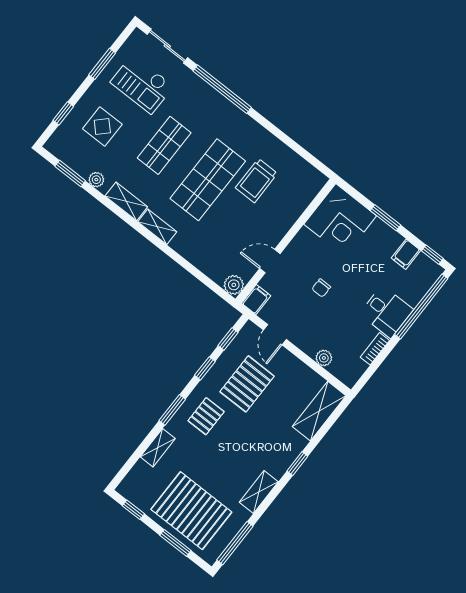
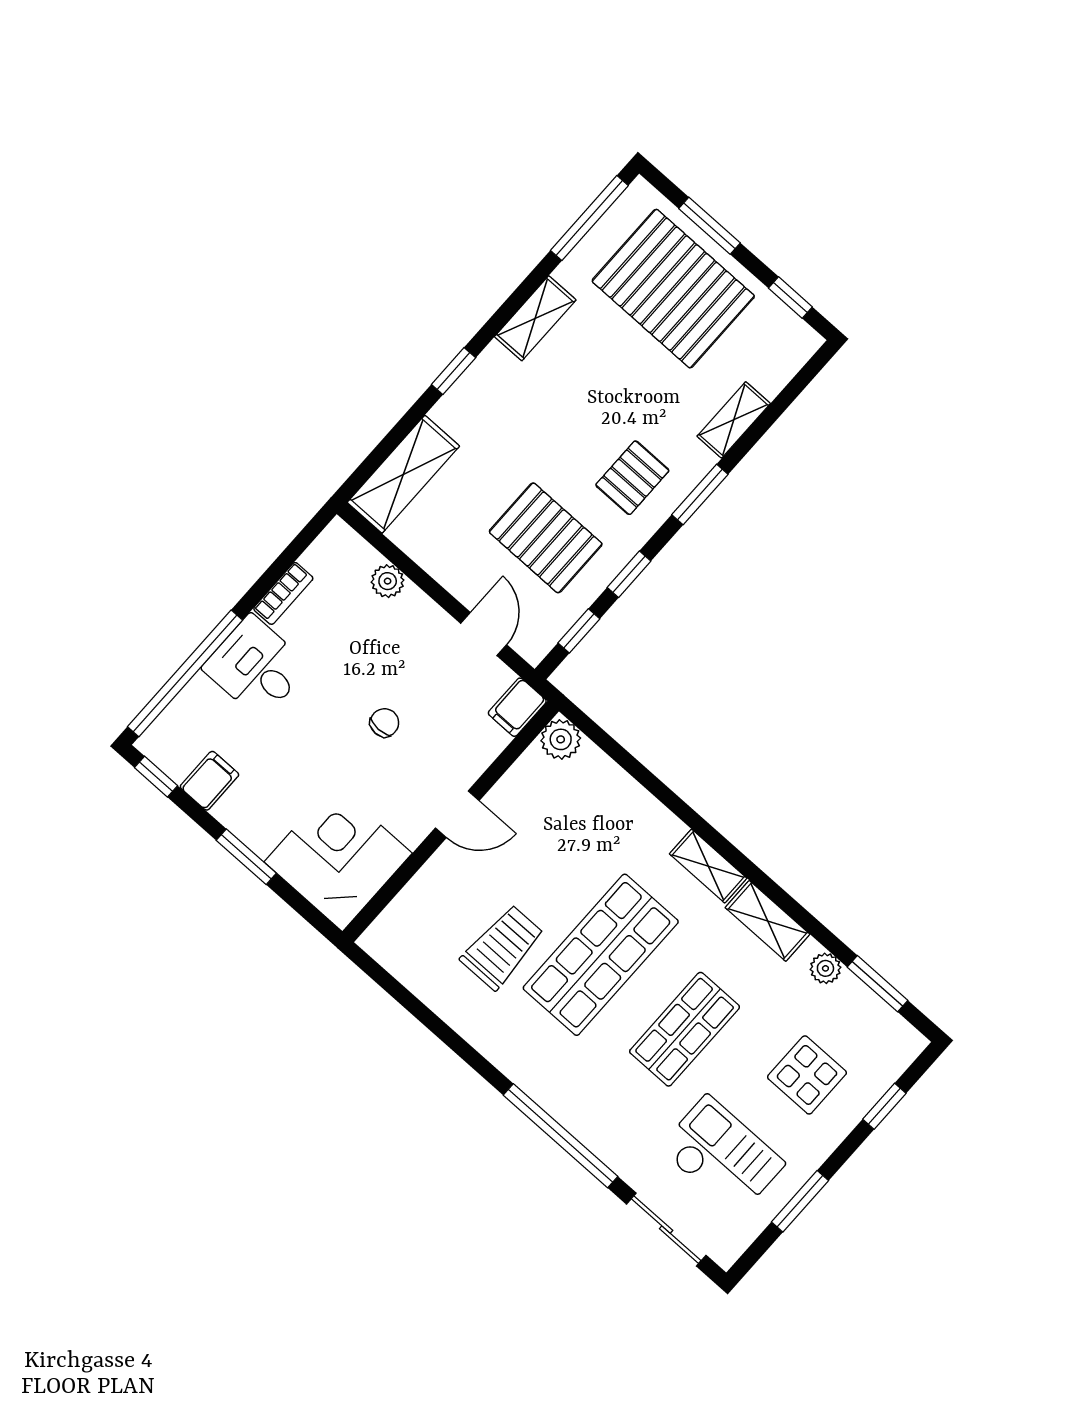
door: (270, 261) -> (457, 814), moved
pallet: (247, 384) -> (546, 538), turned 90

